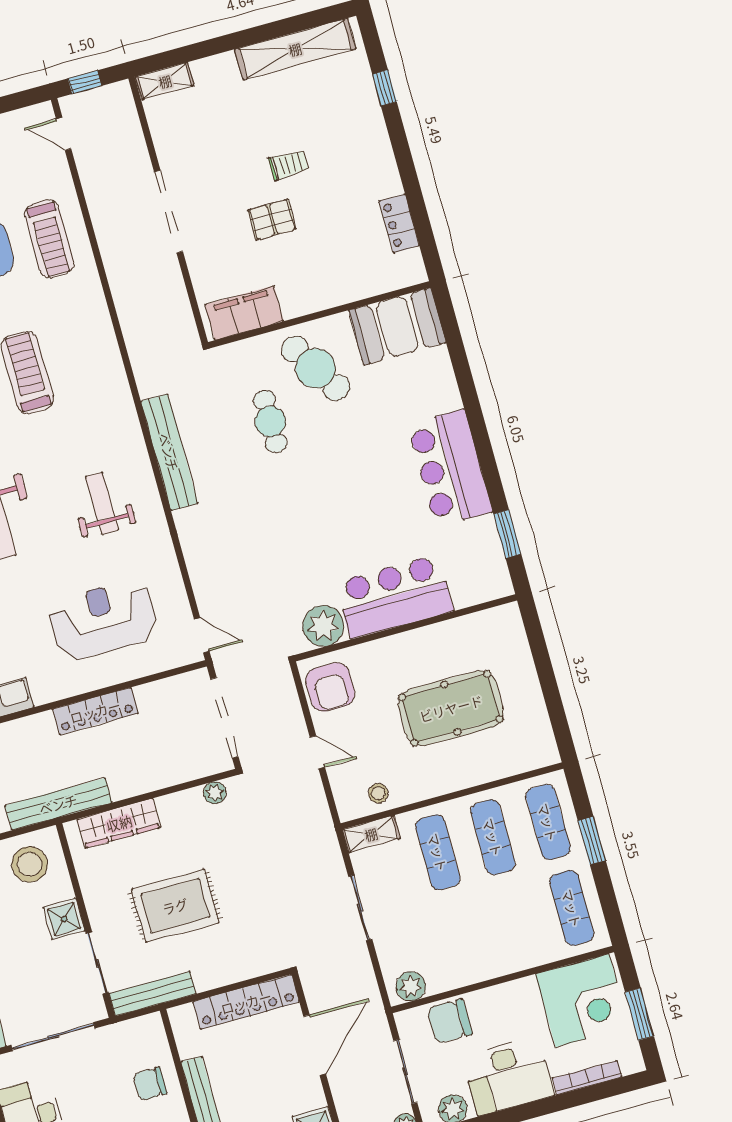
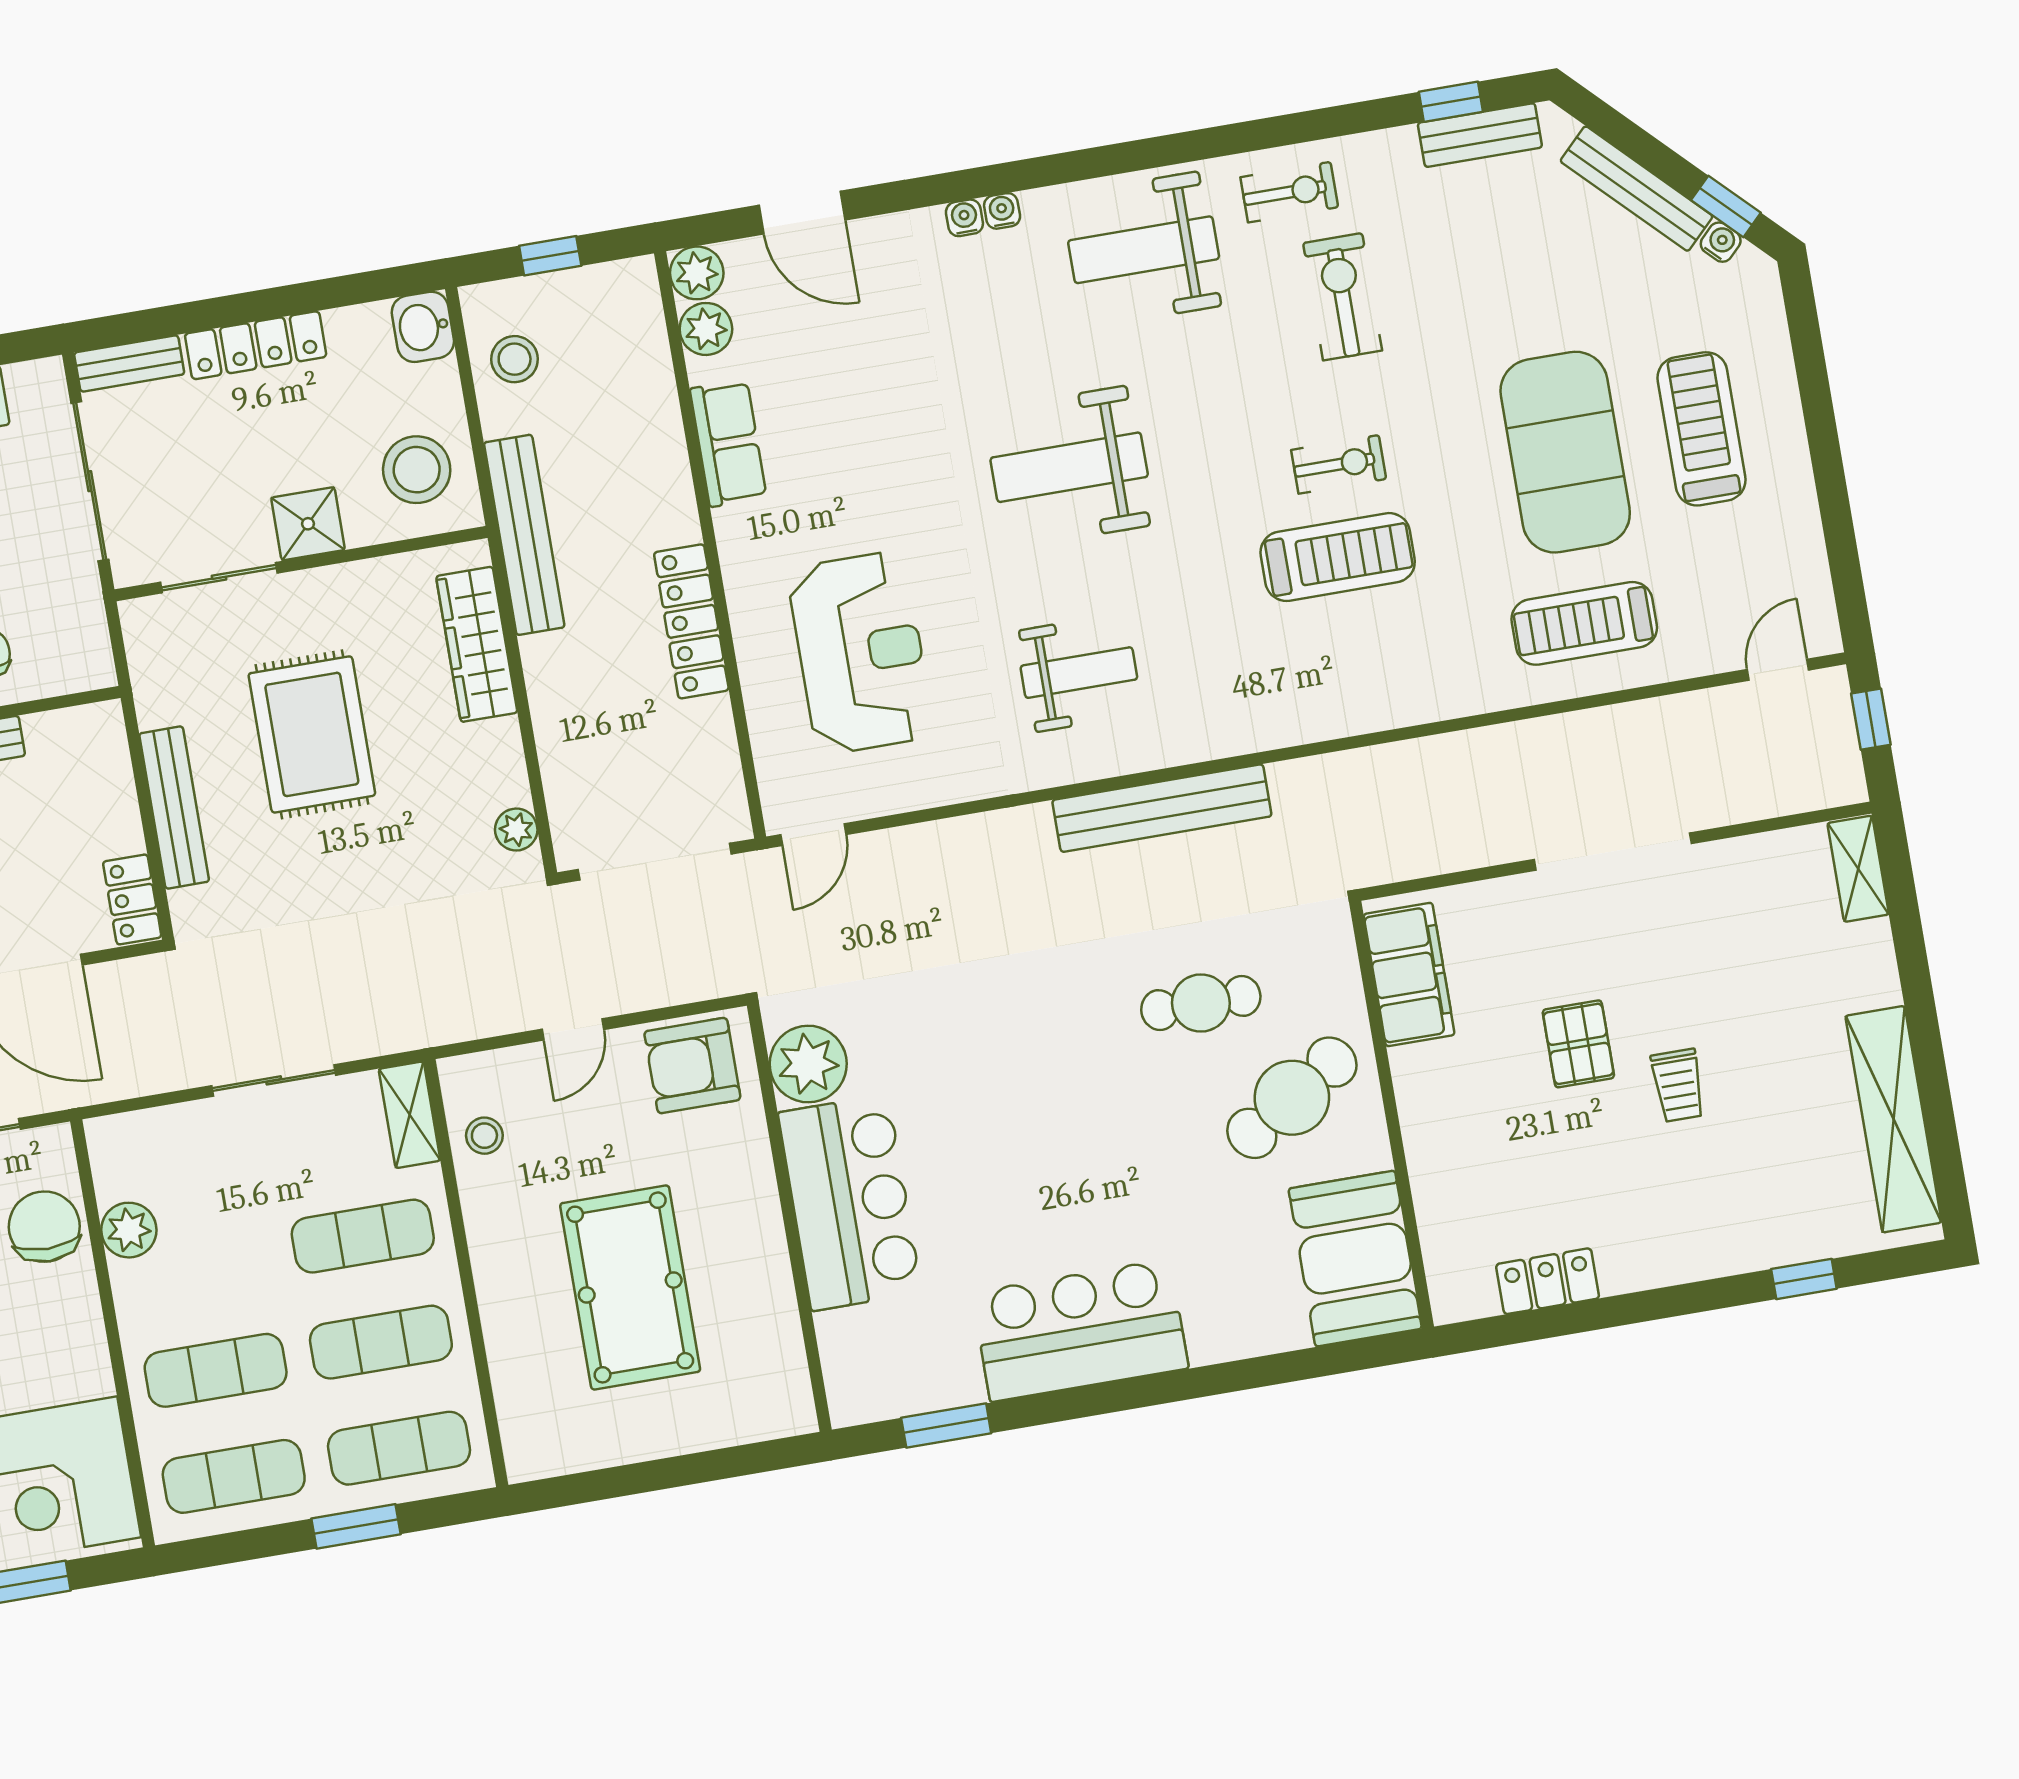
exercise mat: (517, 923) -> (216, 1370), added
plant: (411, 986) -> (129, 1230), moved
bench: (152, 994) -> (174, 807), moved
locker: (246, 1002) -> (132, 899), width x0.46, depth x0.83

